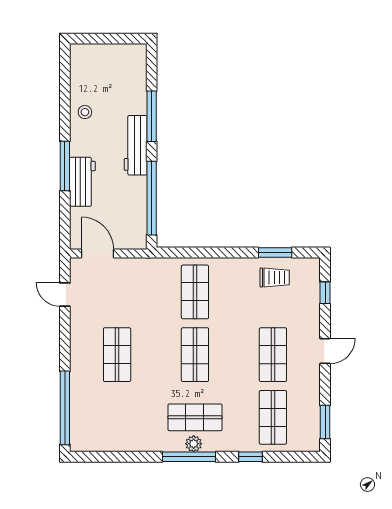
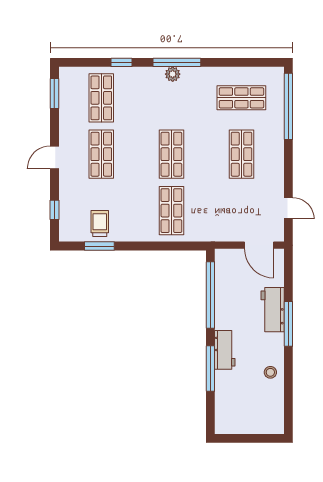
workbench: (136, 145) -> (225, 350), width x0.73
trolley: (275, 278) -> (100, 224), turned 90
shop shelf: (195, 417) -> (241, 98), moved

